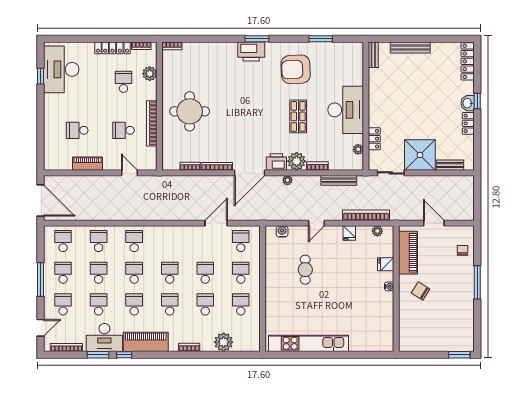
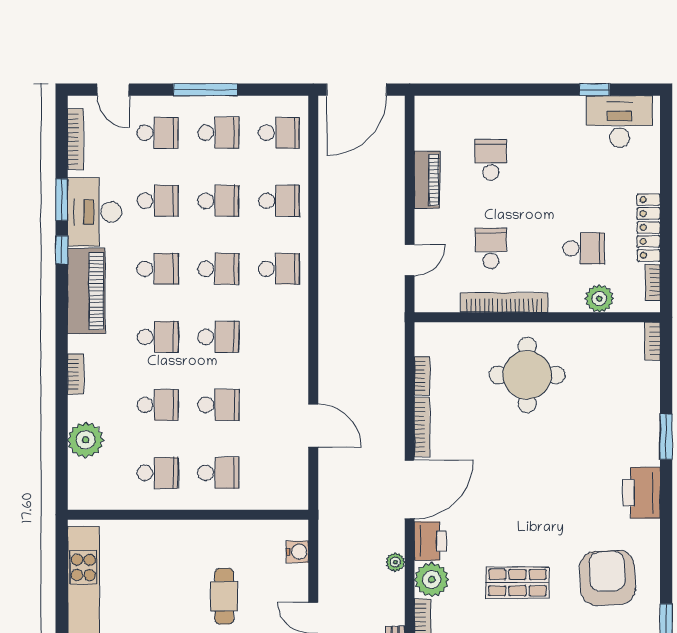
window: (257, 39) -> (666, 437), moved
desk: (61, 69) -> (620, 122), width x0.73, depth x0.77
door: (249, 173) -> (410, 489), swing flipped
school desk: (241, 241) -> (279, 473), removed
cafe table: (305, 270) -> (224, 596), turned 90

